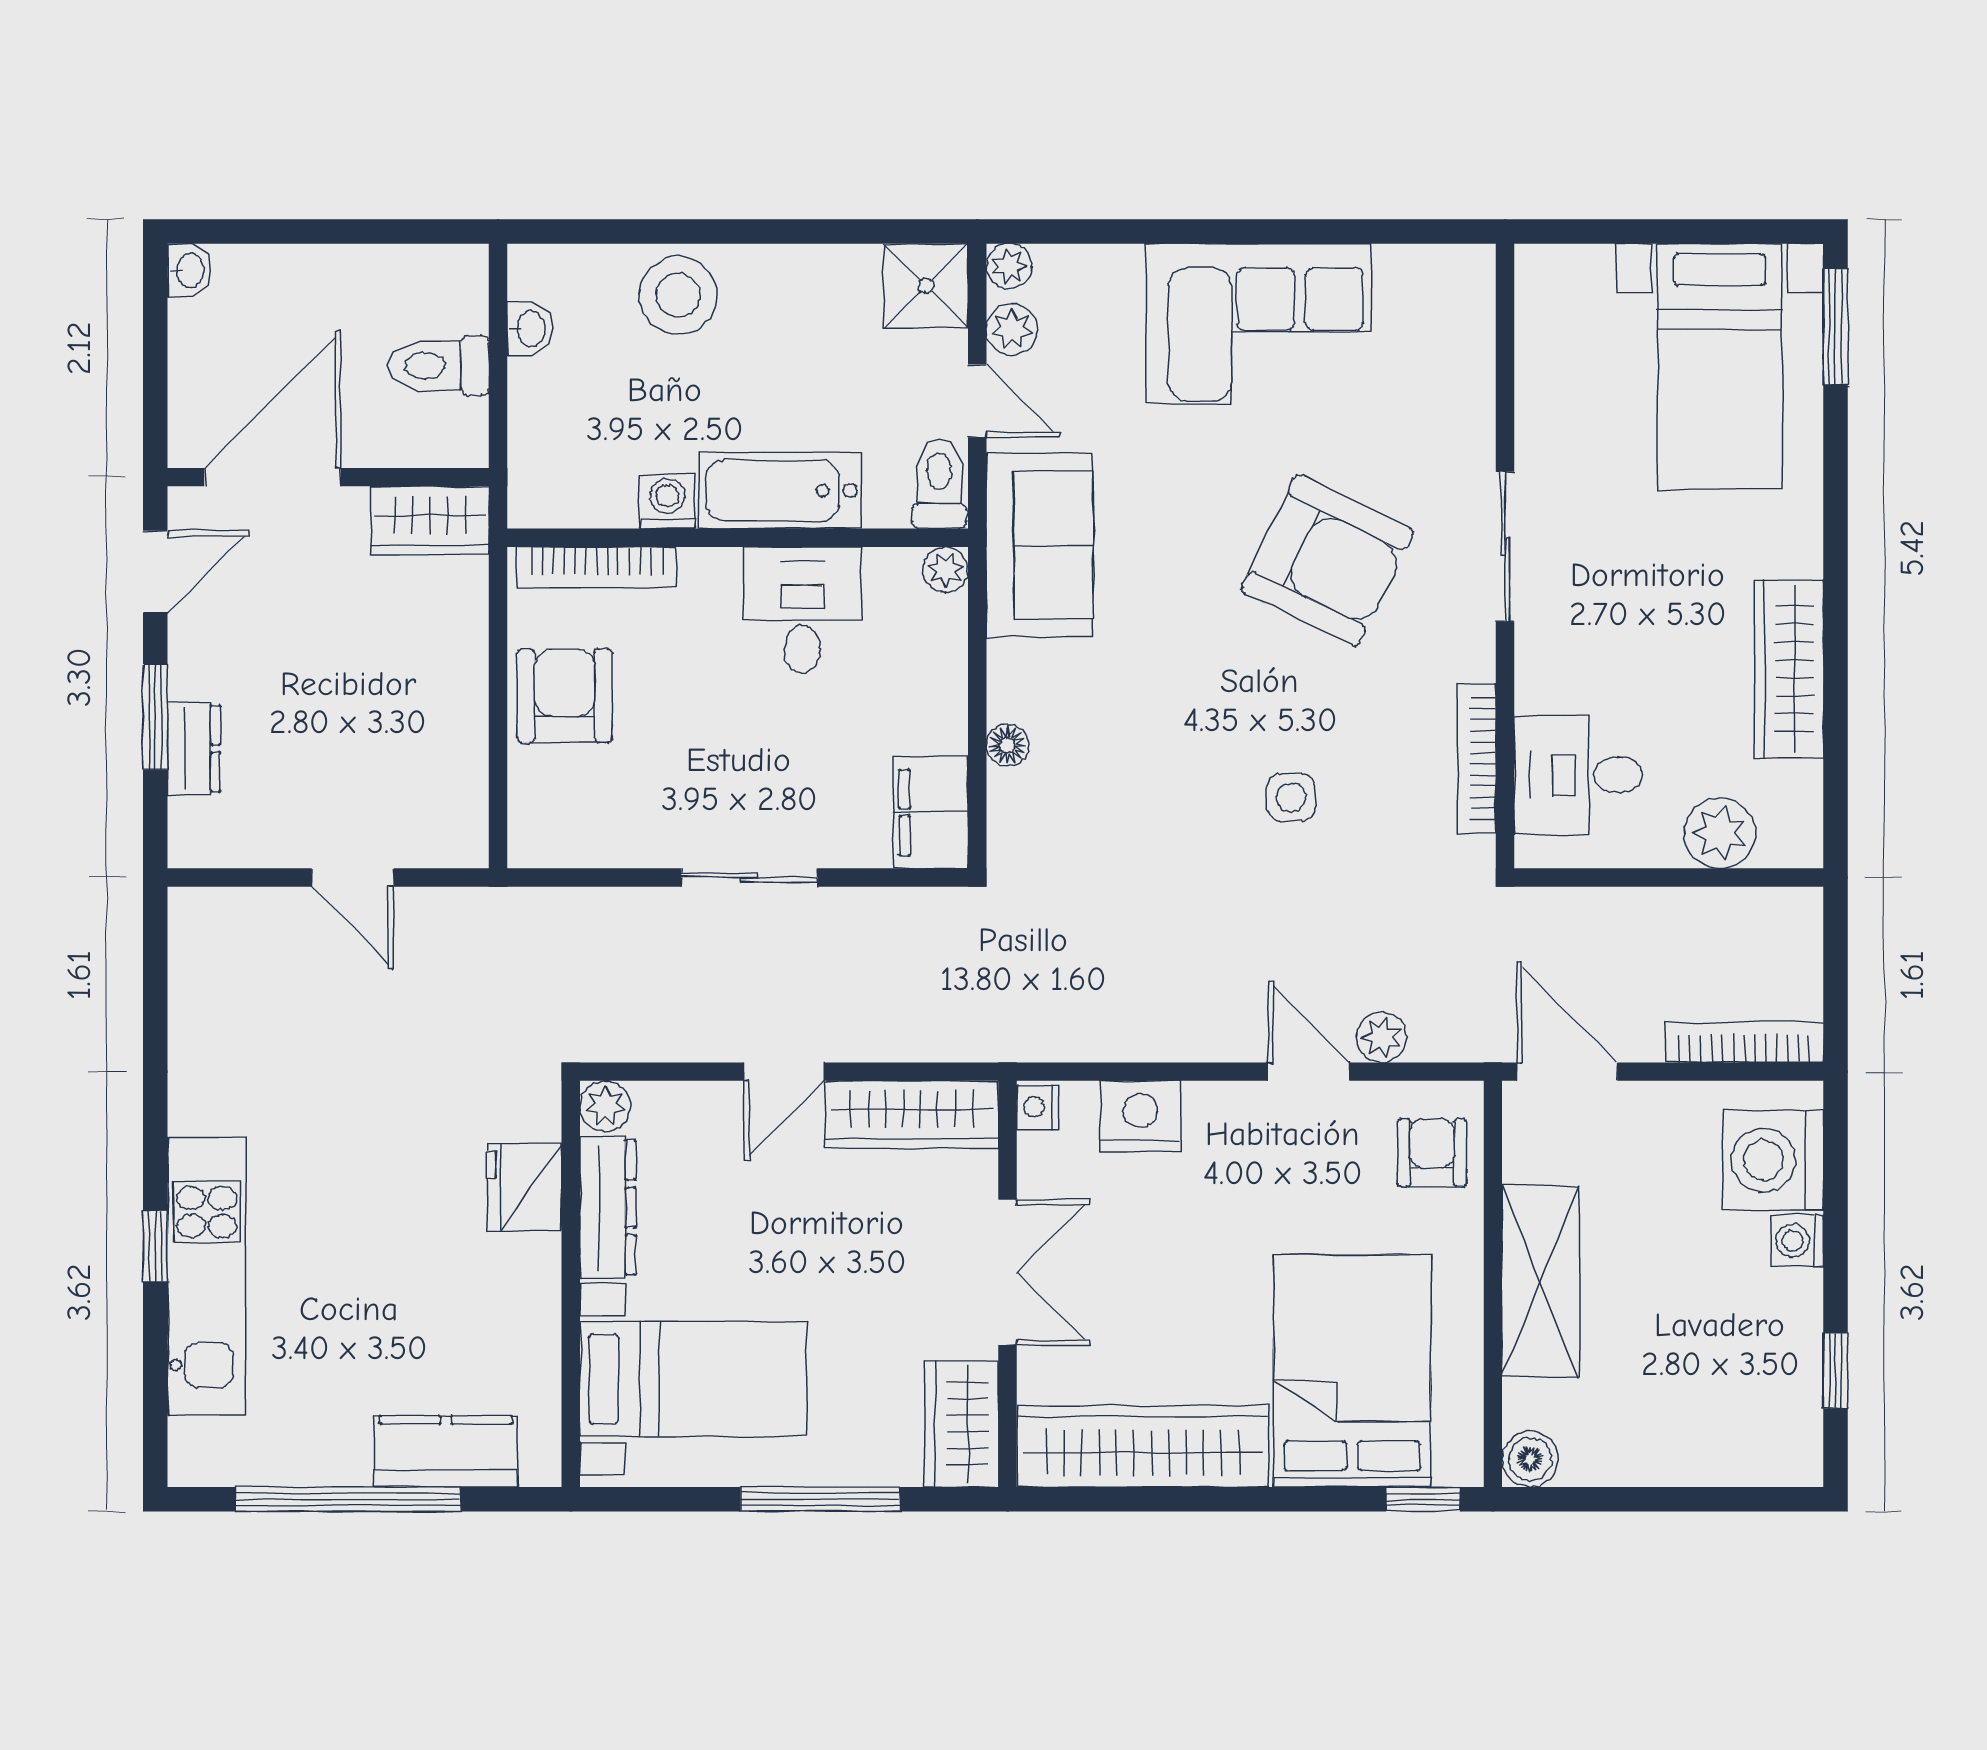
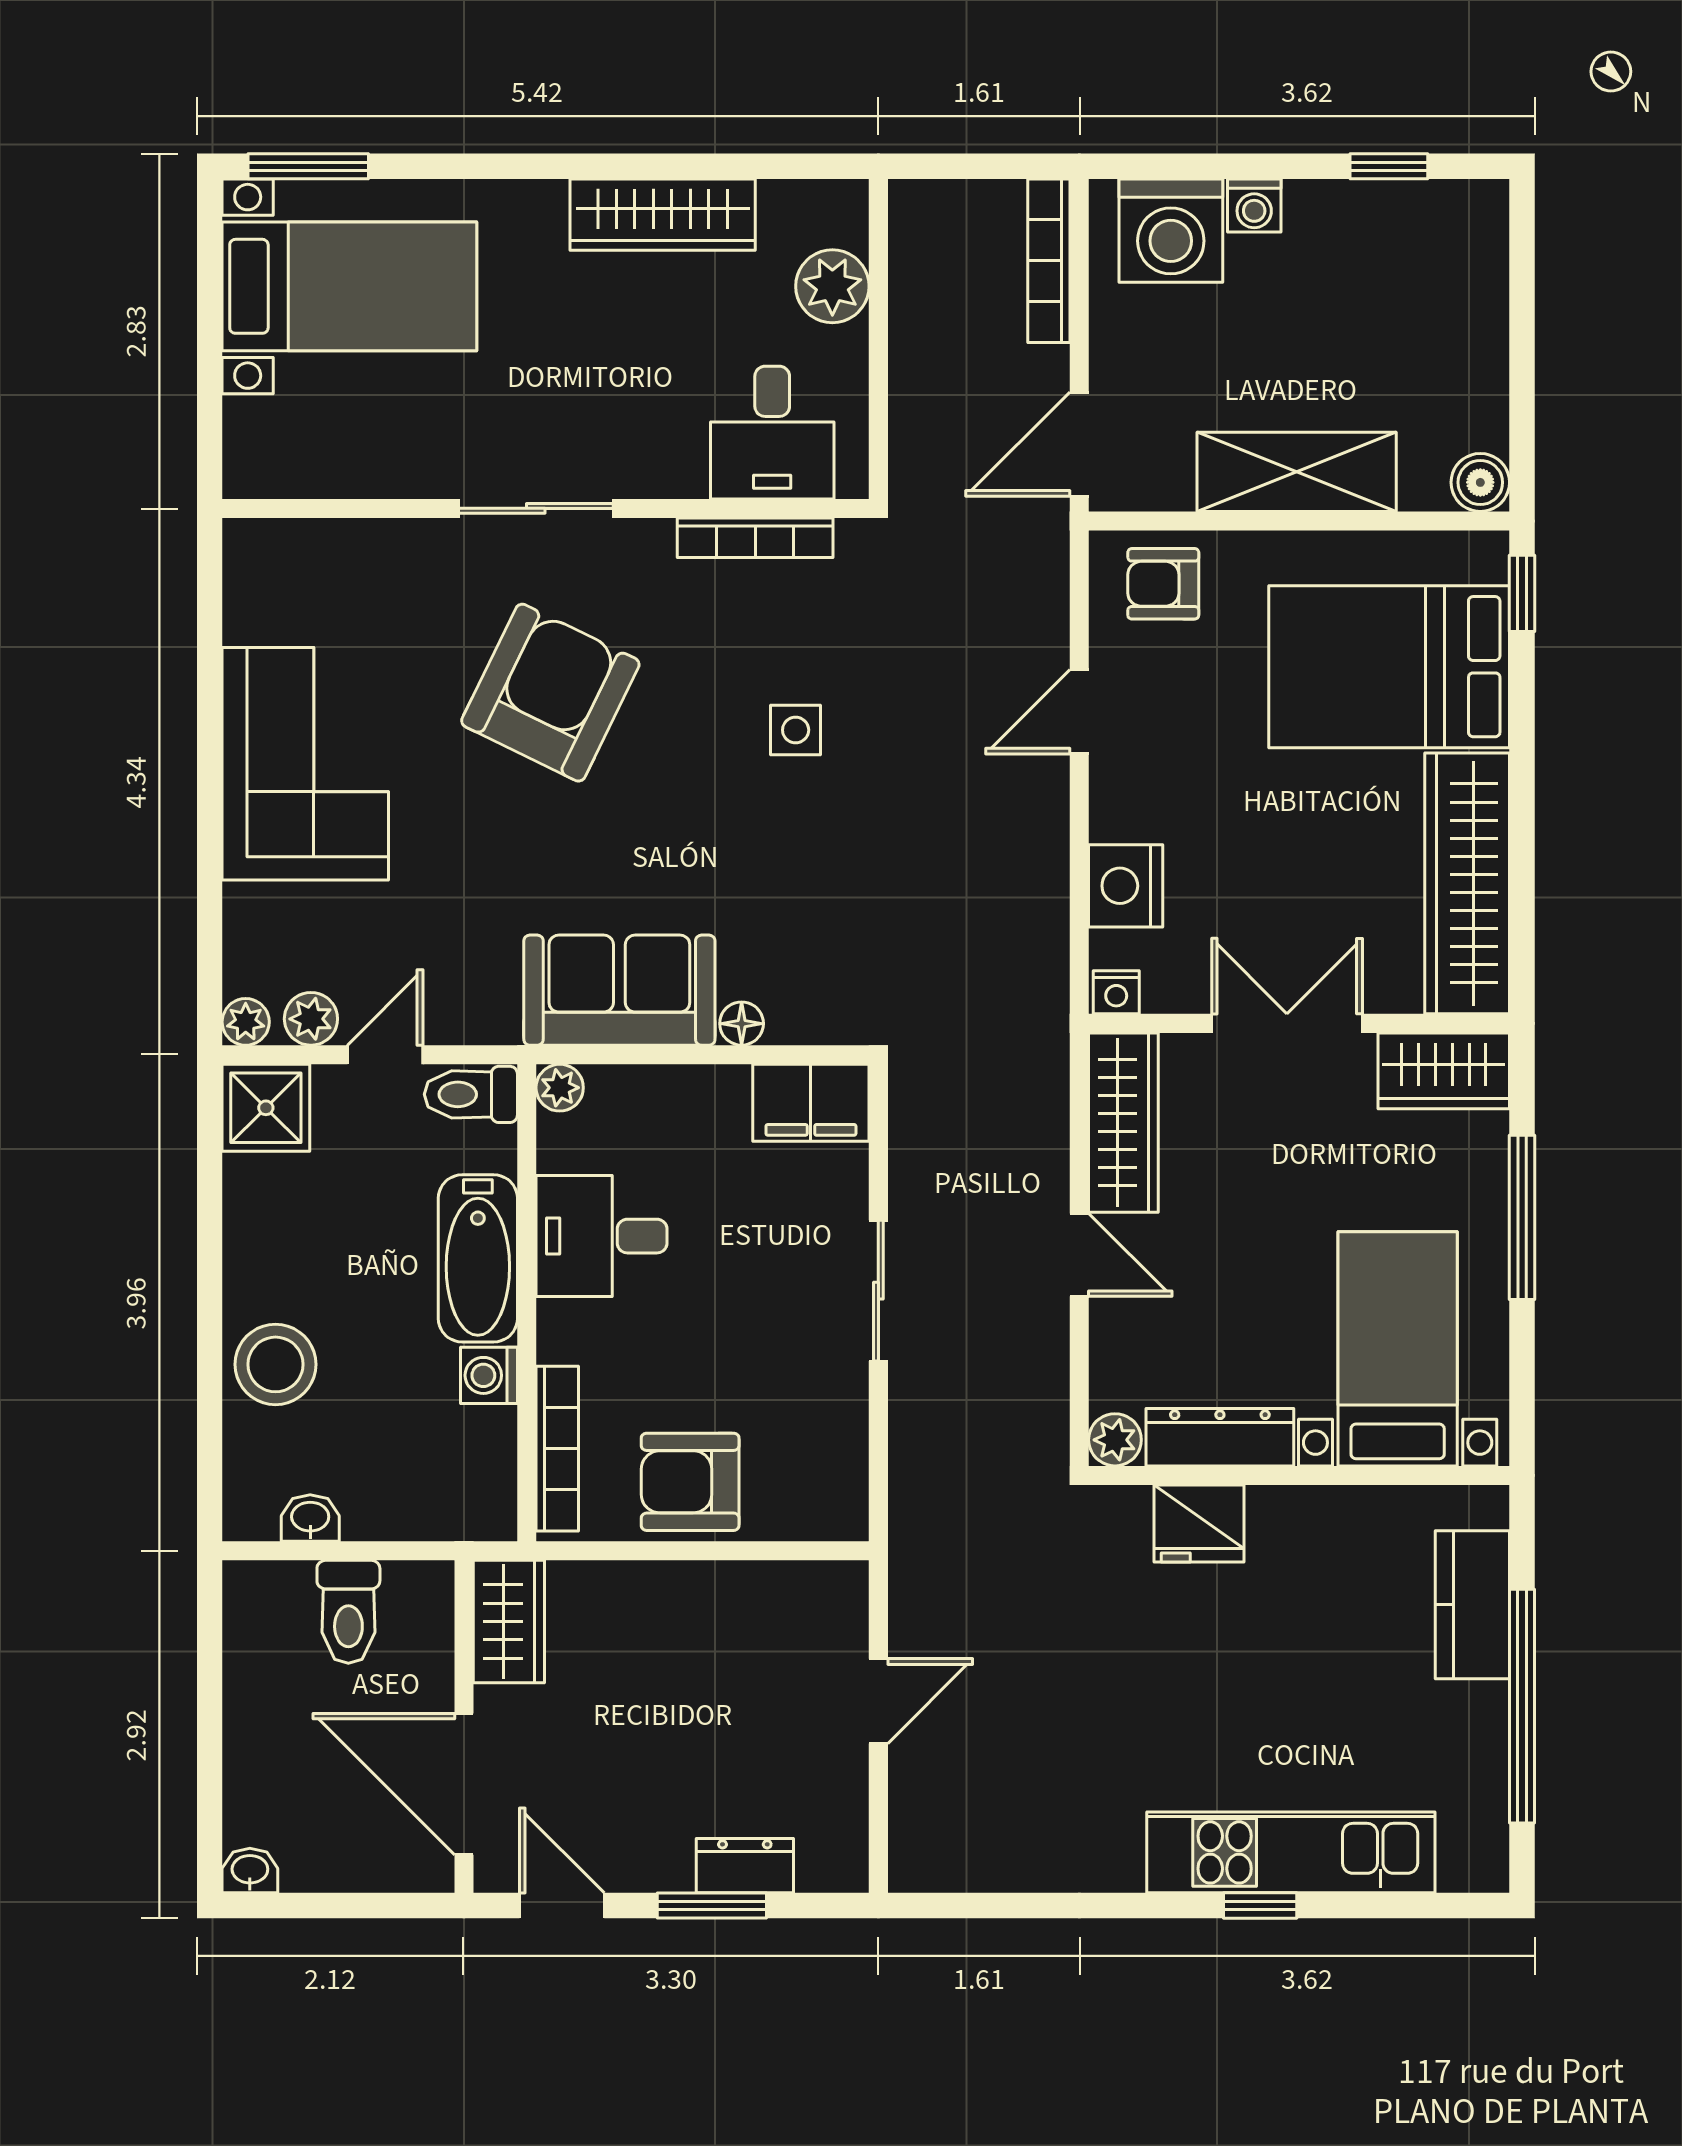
sofa: (1040, 545) -> (619, 990), moved
plant: (1382, 1037) -> (1044, 636), removed

